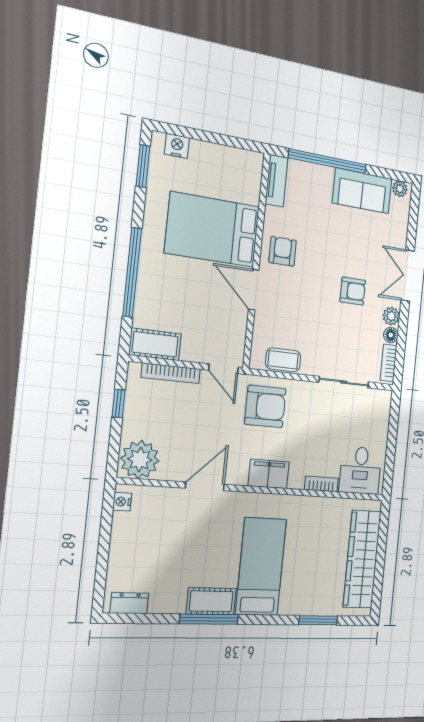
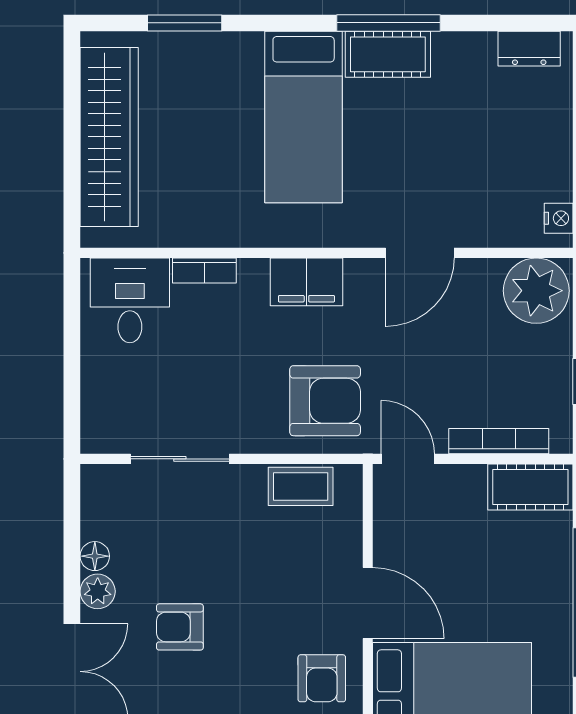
bookcase: (389, 363) -> (94, 504), removed
armchair: (265, 406) -> (325, 401), turned 180

